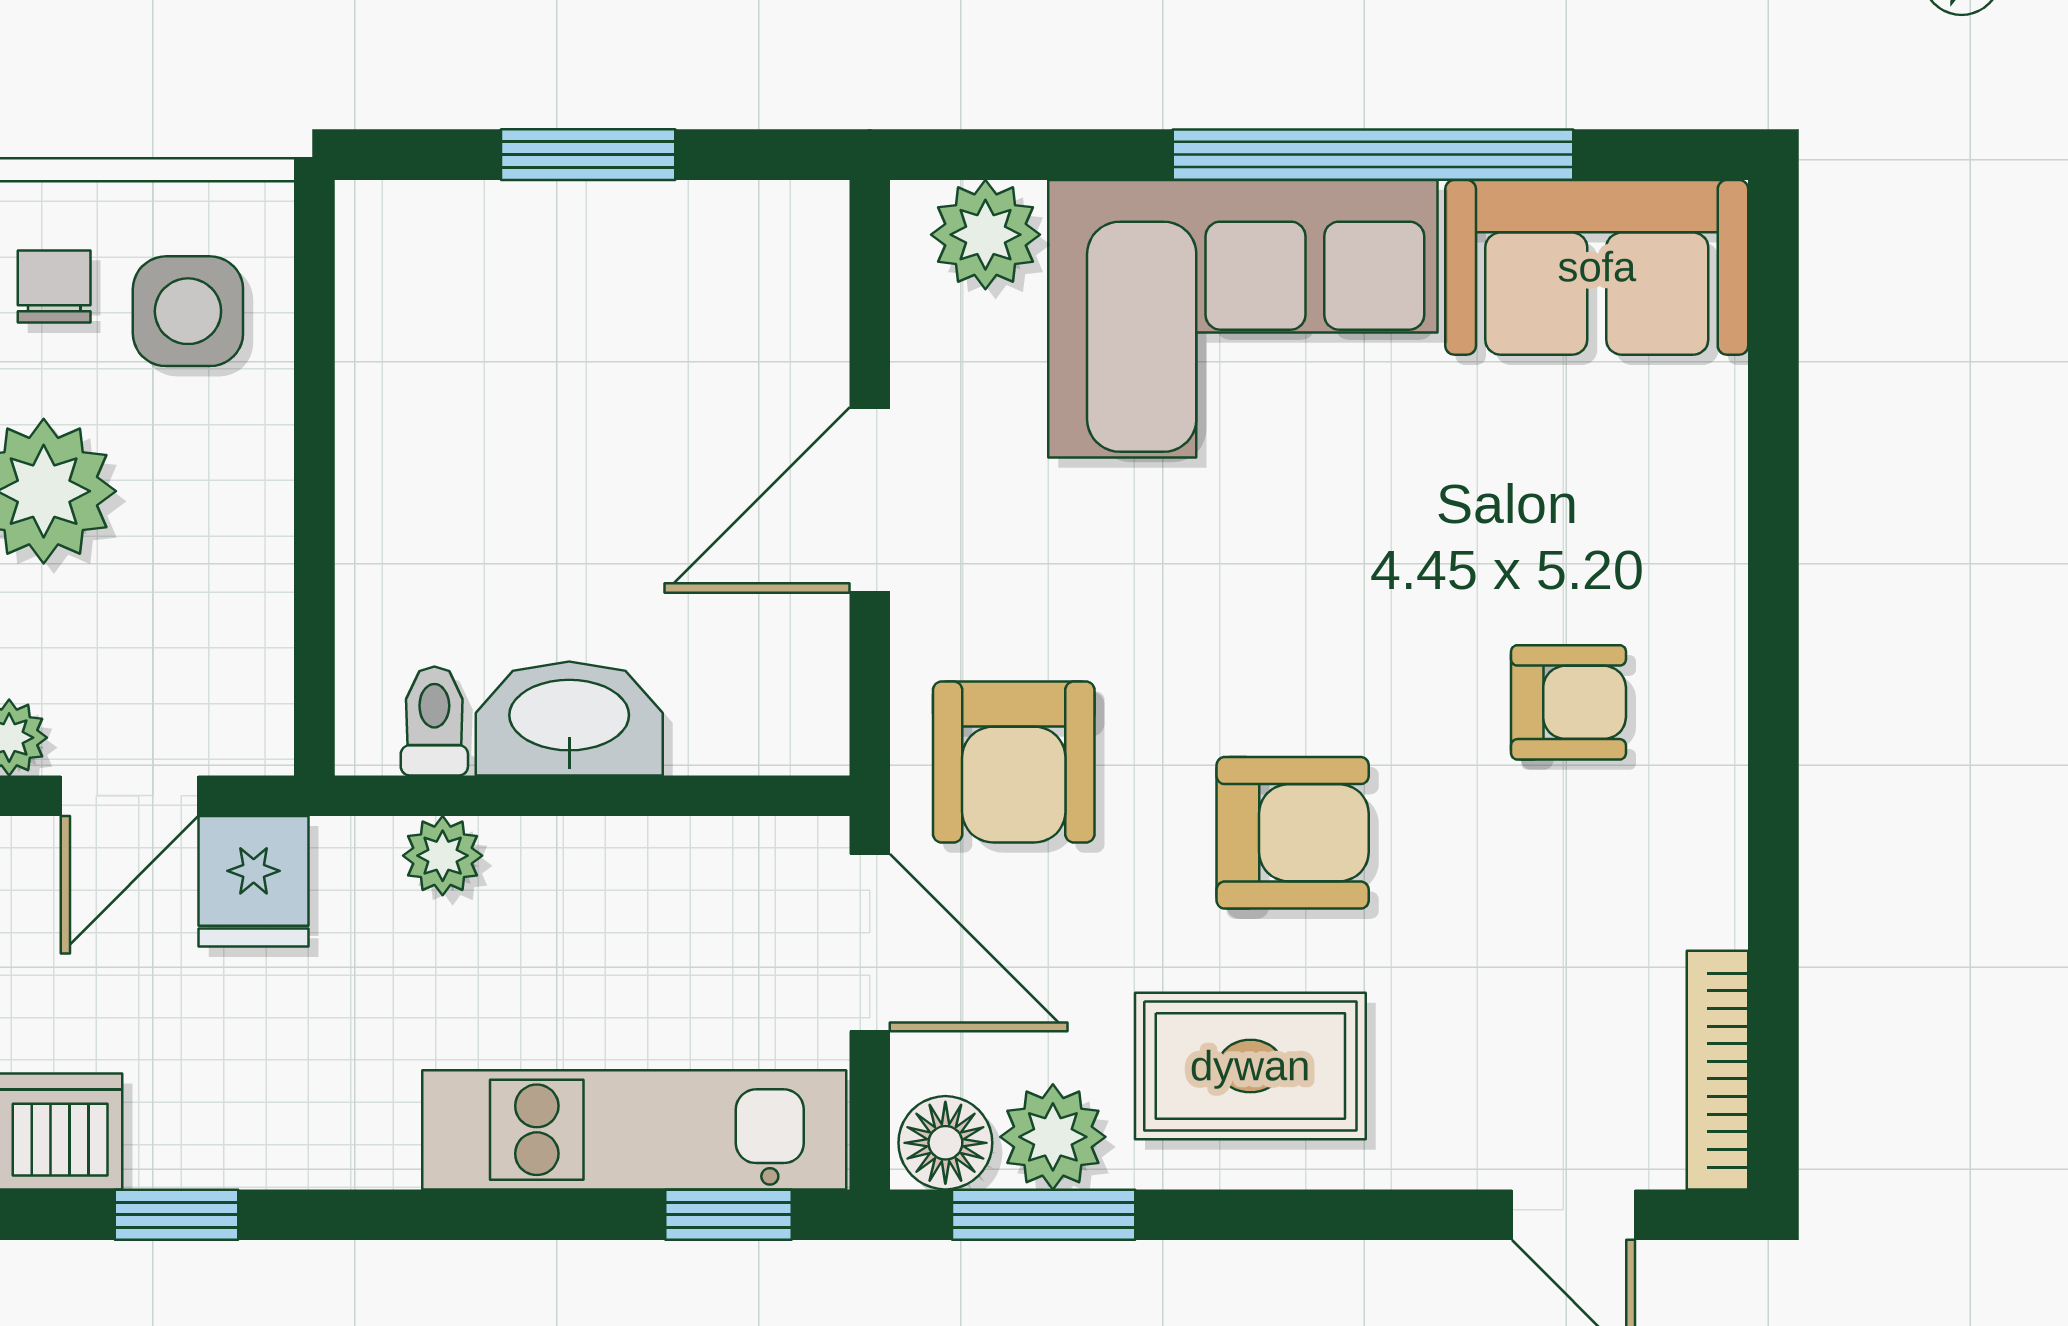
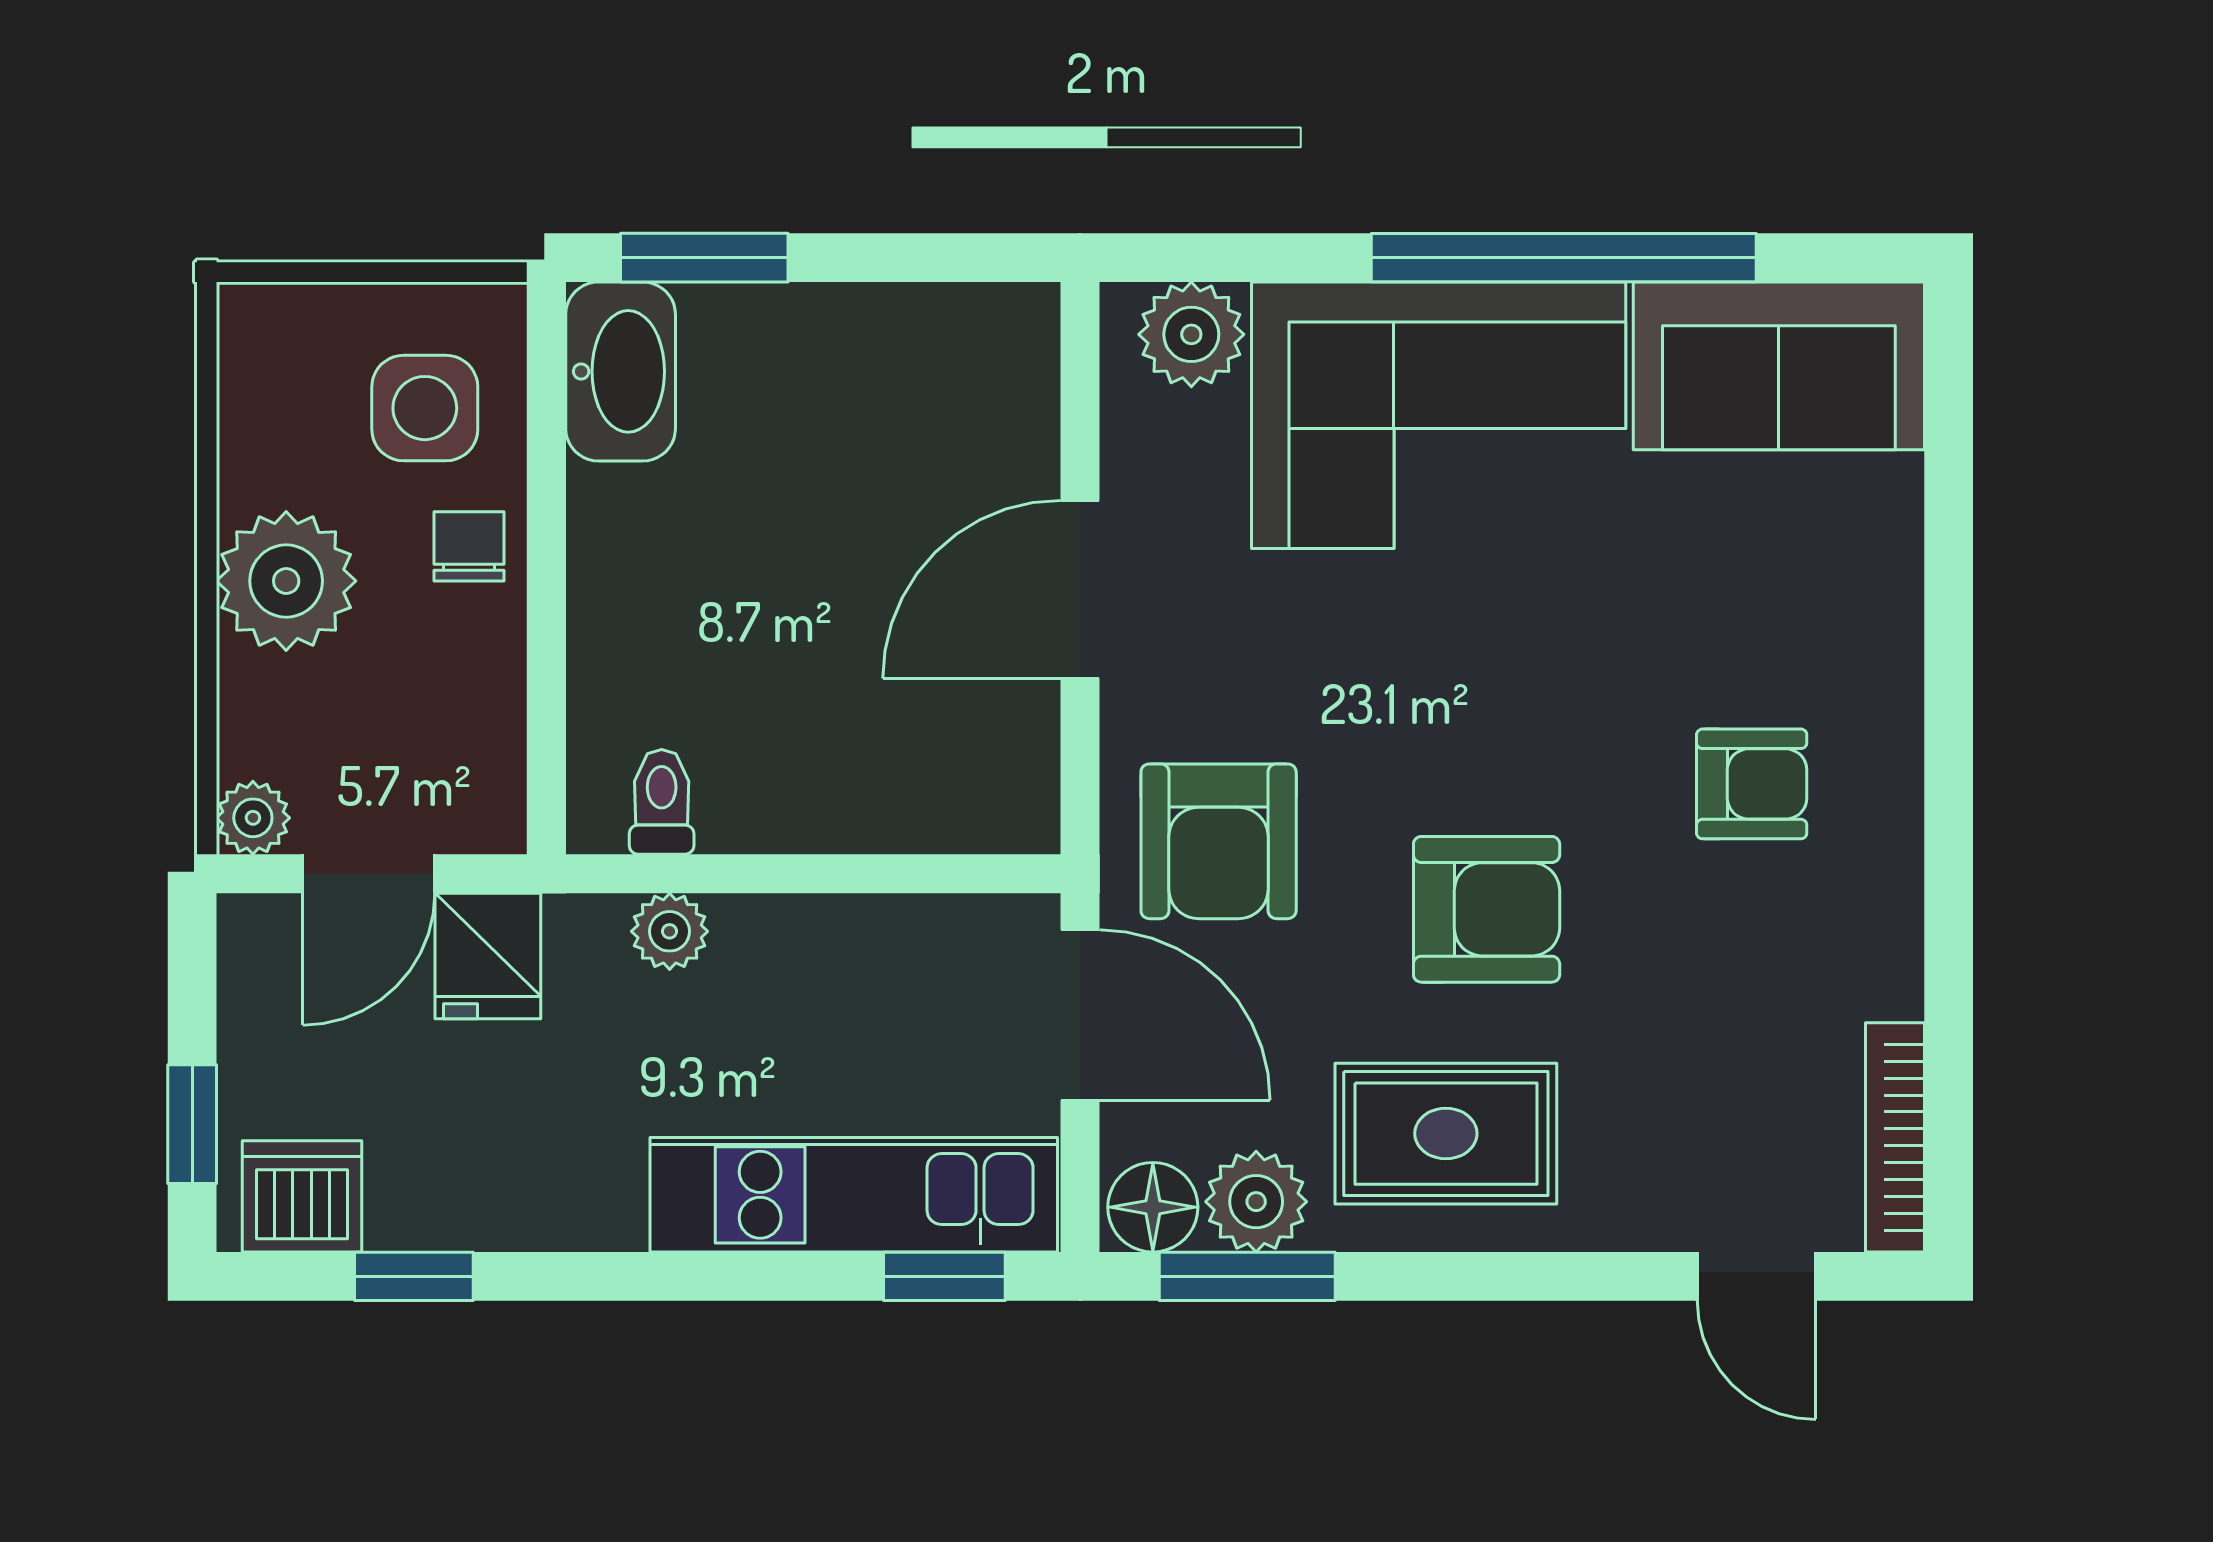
window: (588, 155) -> (704, 258), moved
chair: (54, 286) -> (469, 546), moved
washbasin: (569, 719) -> (621, 371), moved, turned 90

